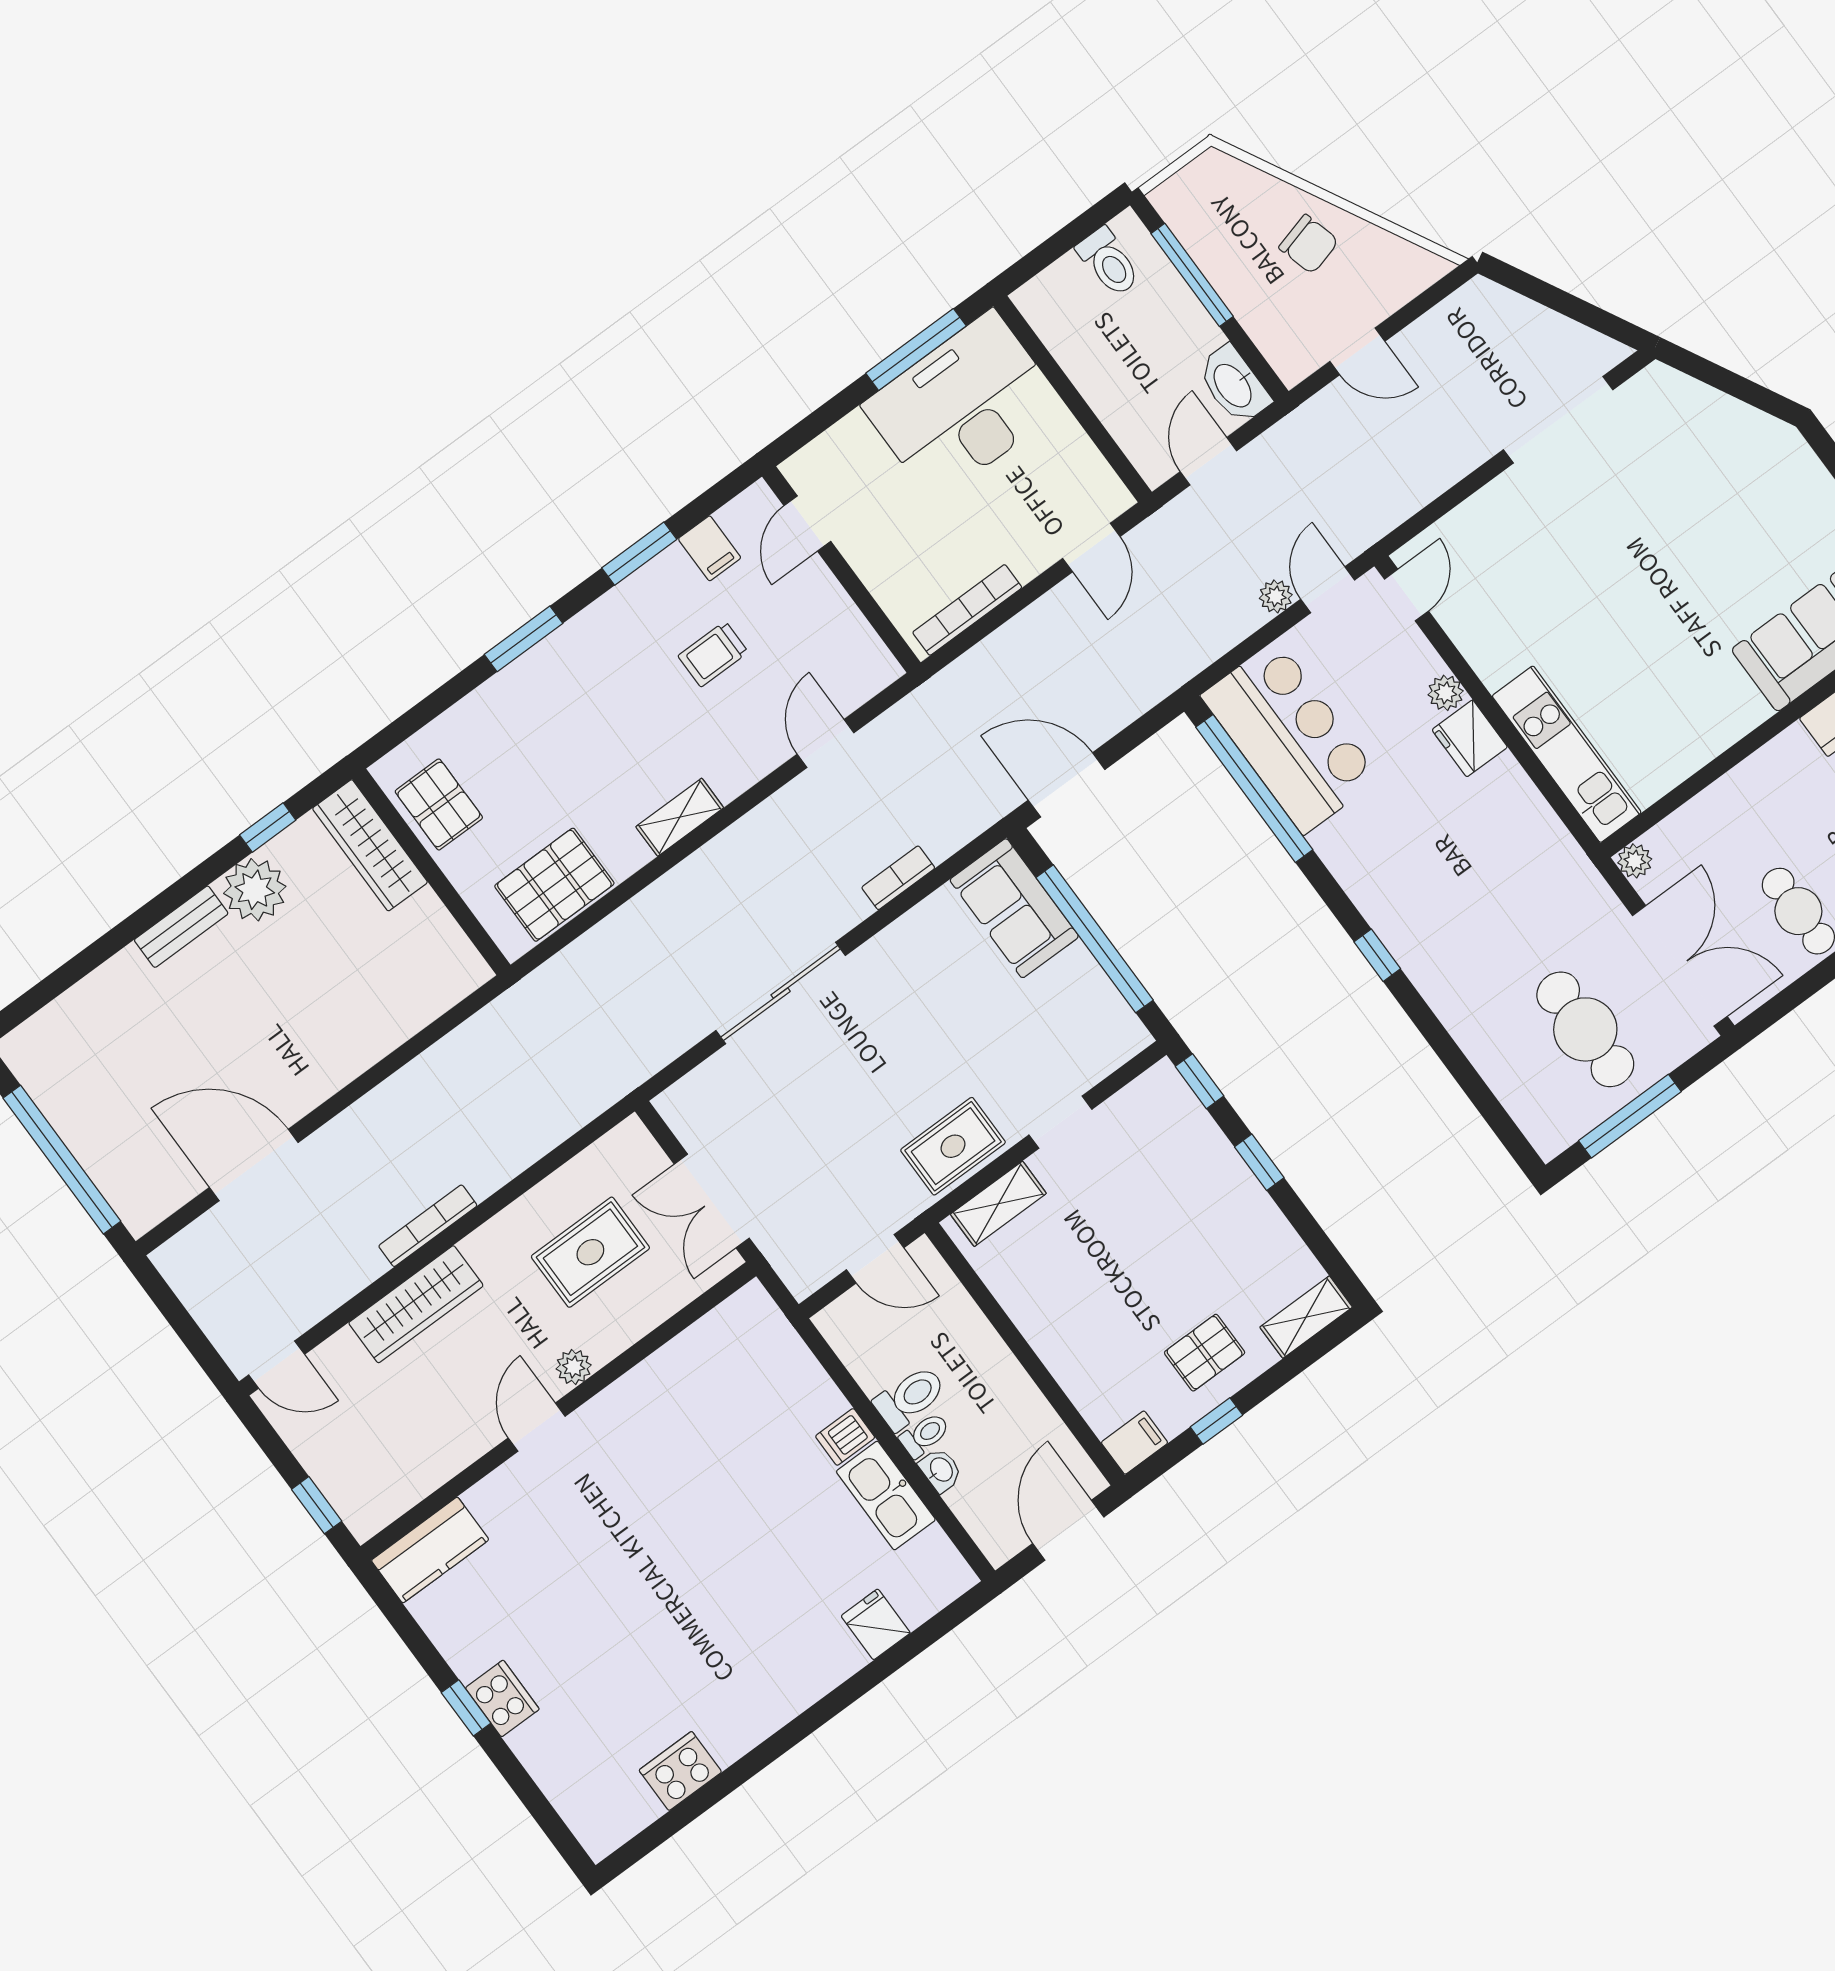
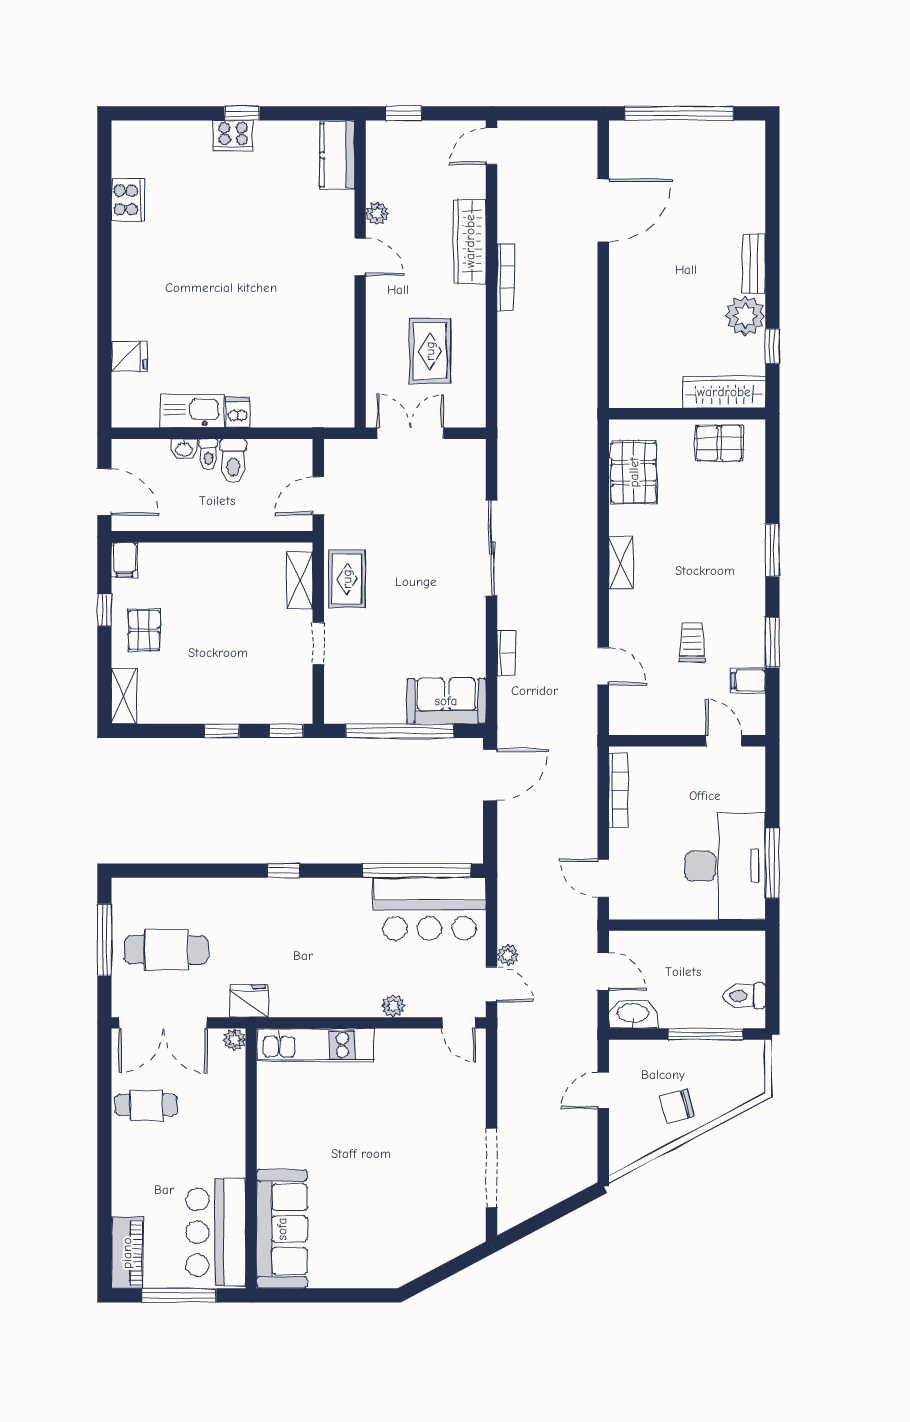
fridge: (1470, 738) -> (249, 1001), moved
plant: (574, 1367) -> (377, 214), moved

